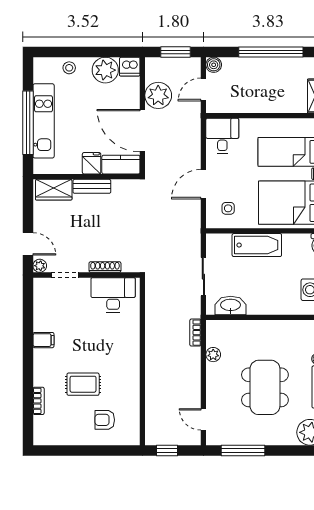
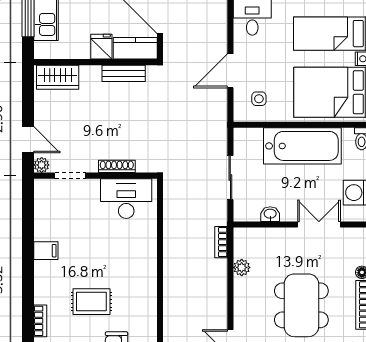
bench: (92, 186) -> (124, 73), moved
bathtub: (257, 245) -> (302, 146), width x1.36, depth x1.36
washbasin: (231, 305) -> (270, 214), width x0.52, depth x0.69
double door: (280, 317) -> (319, 224), added

